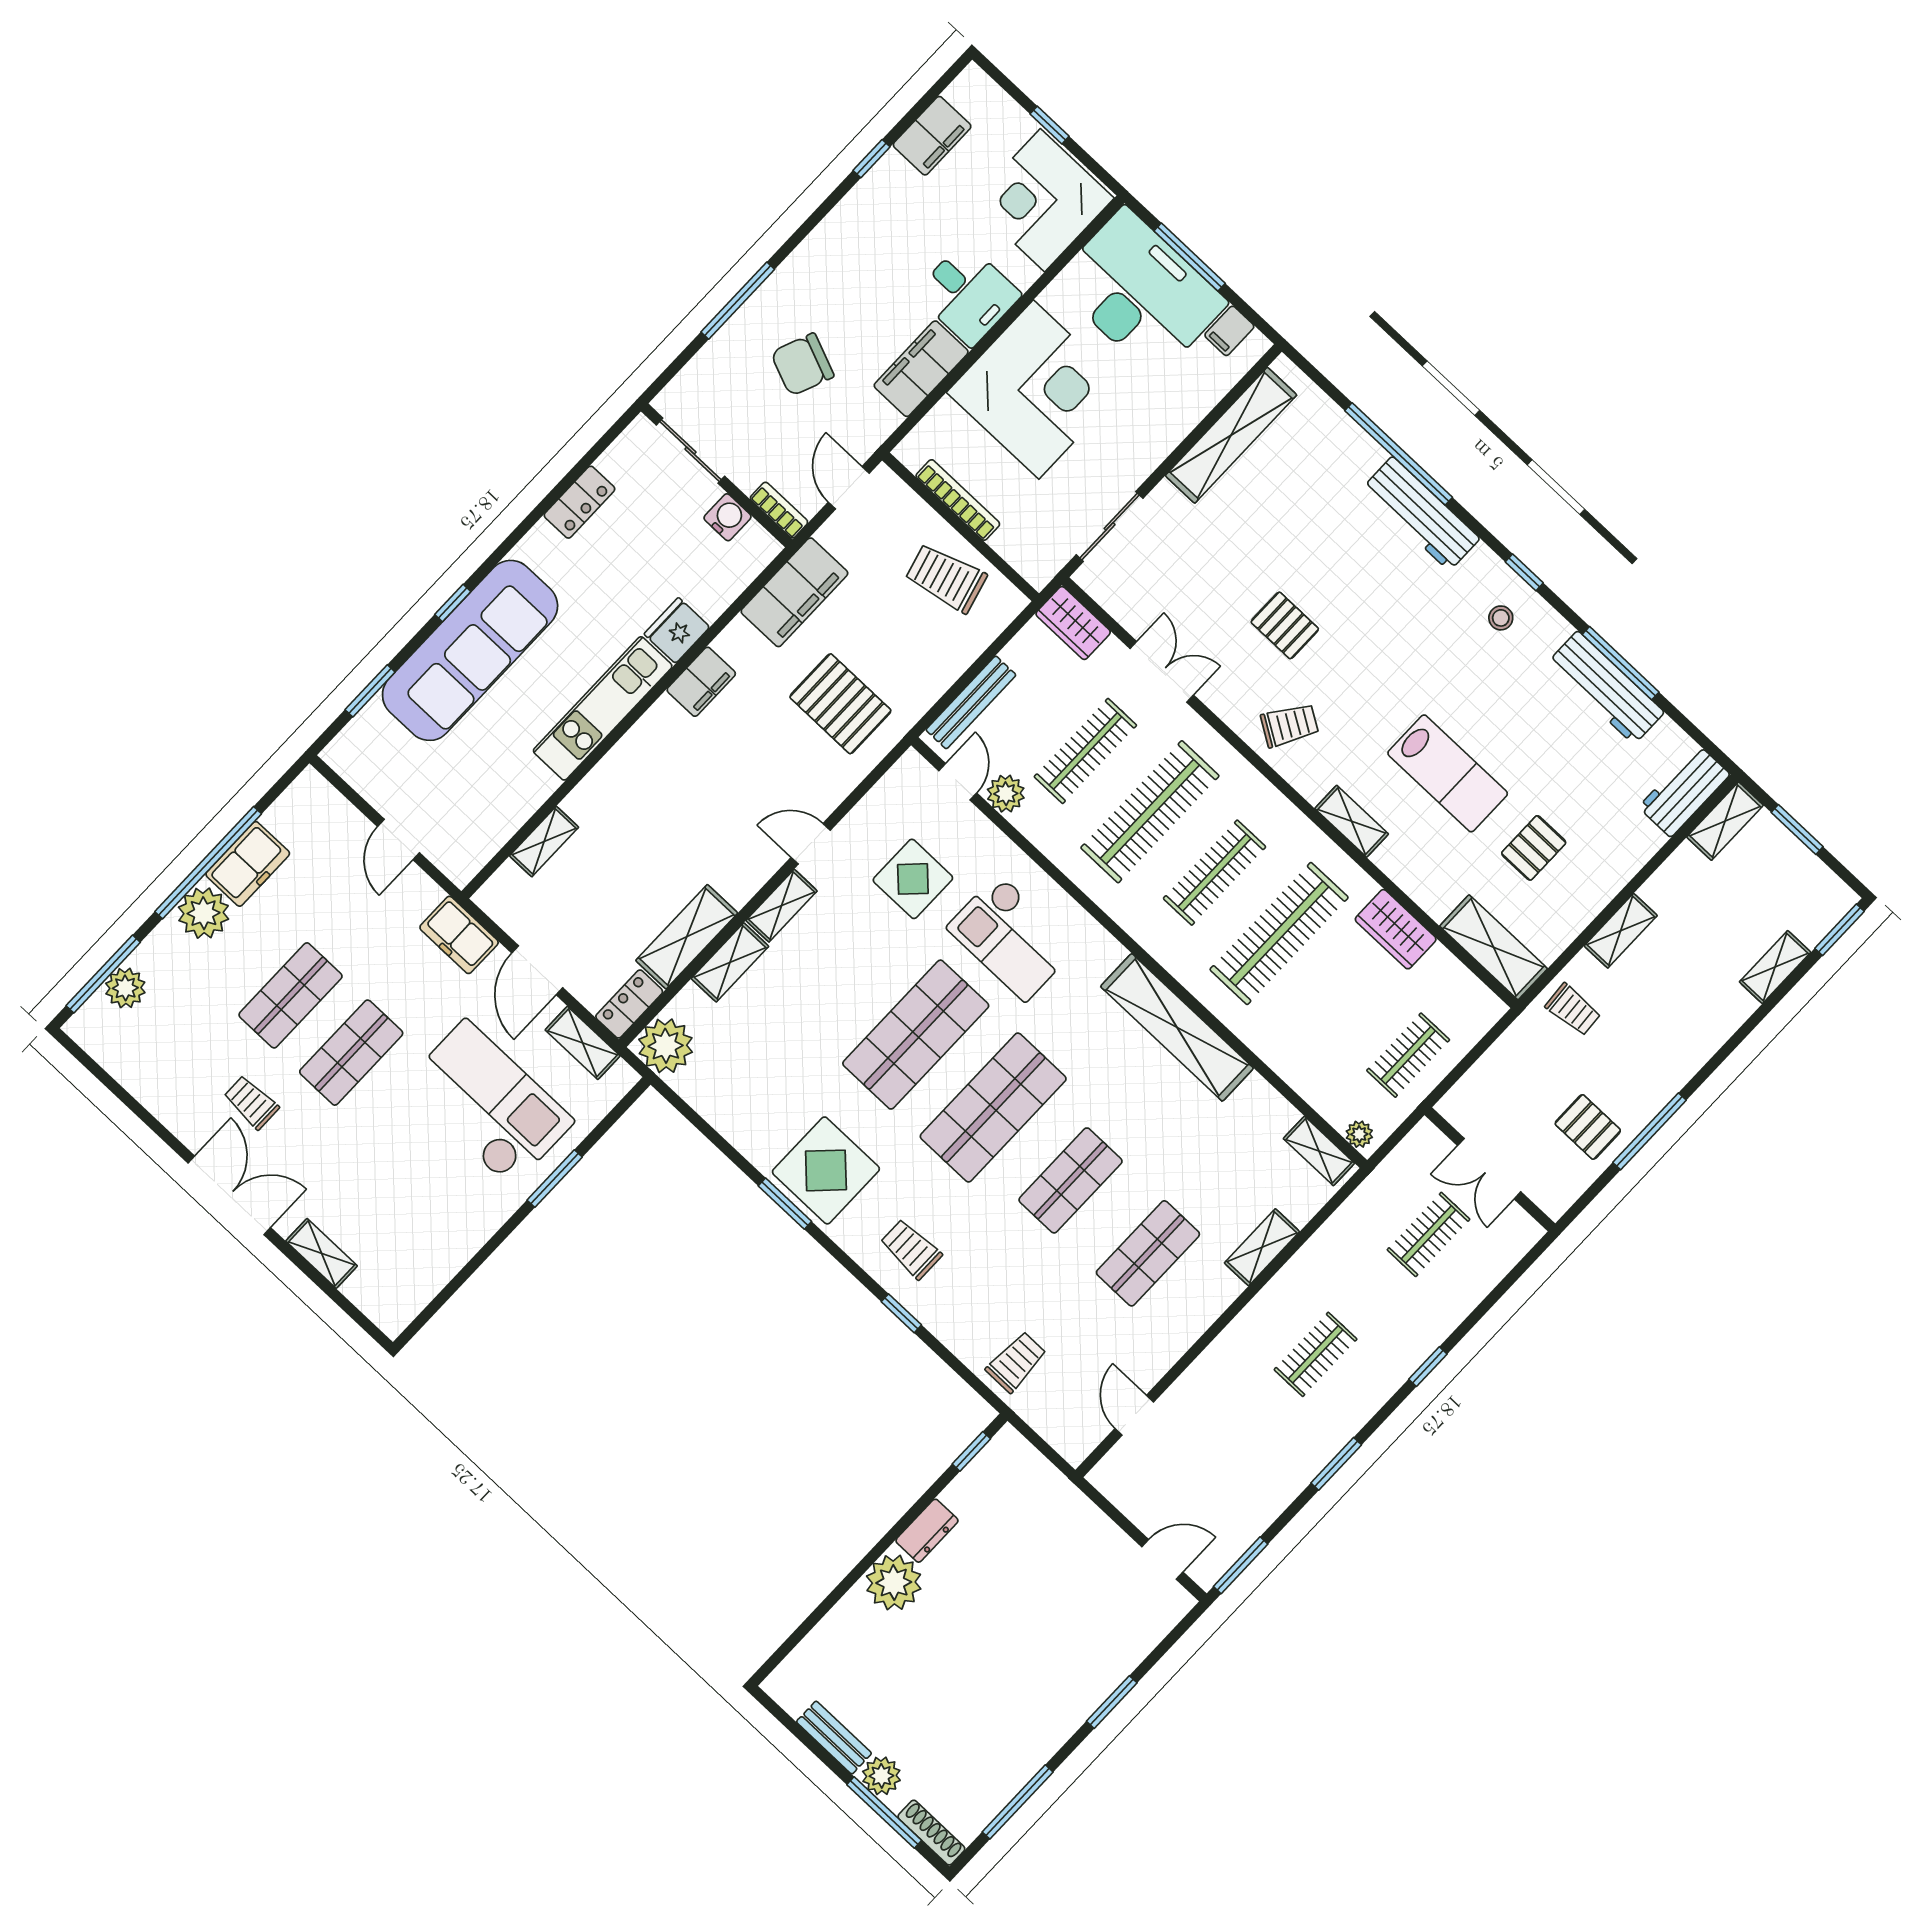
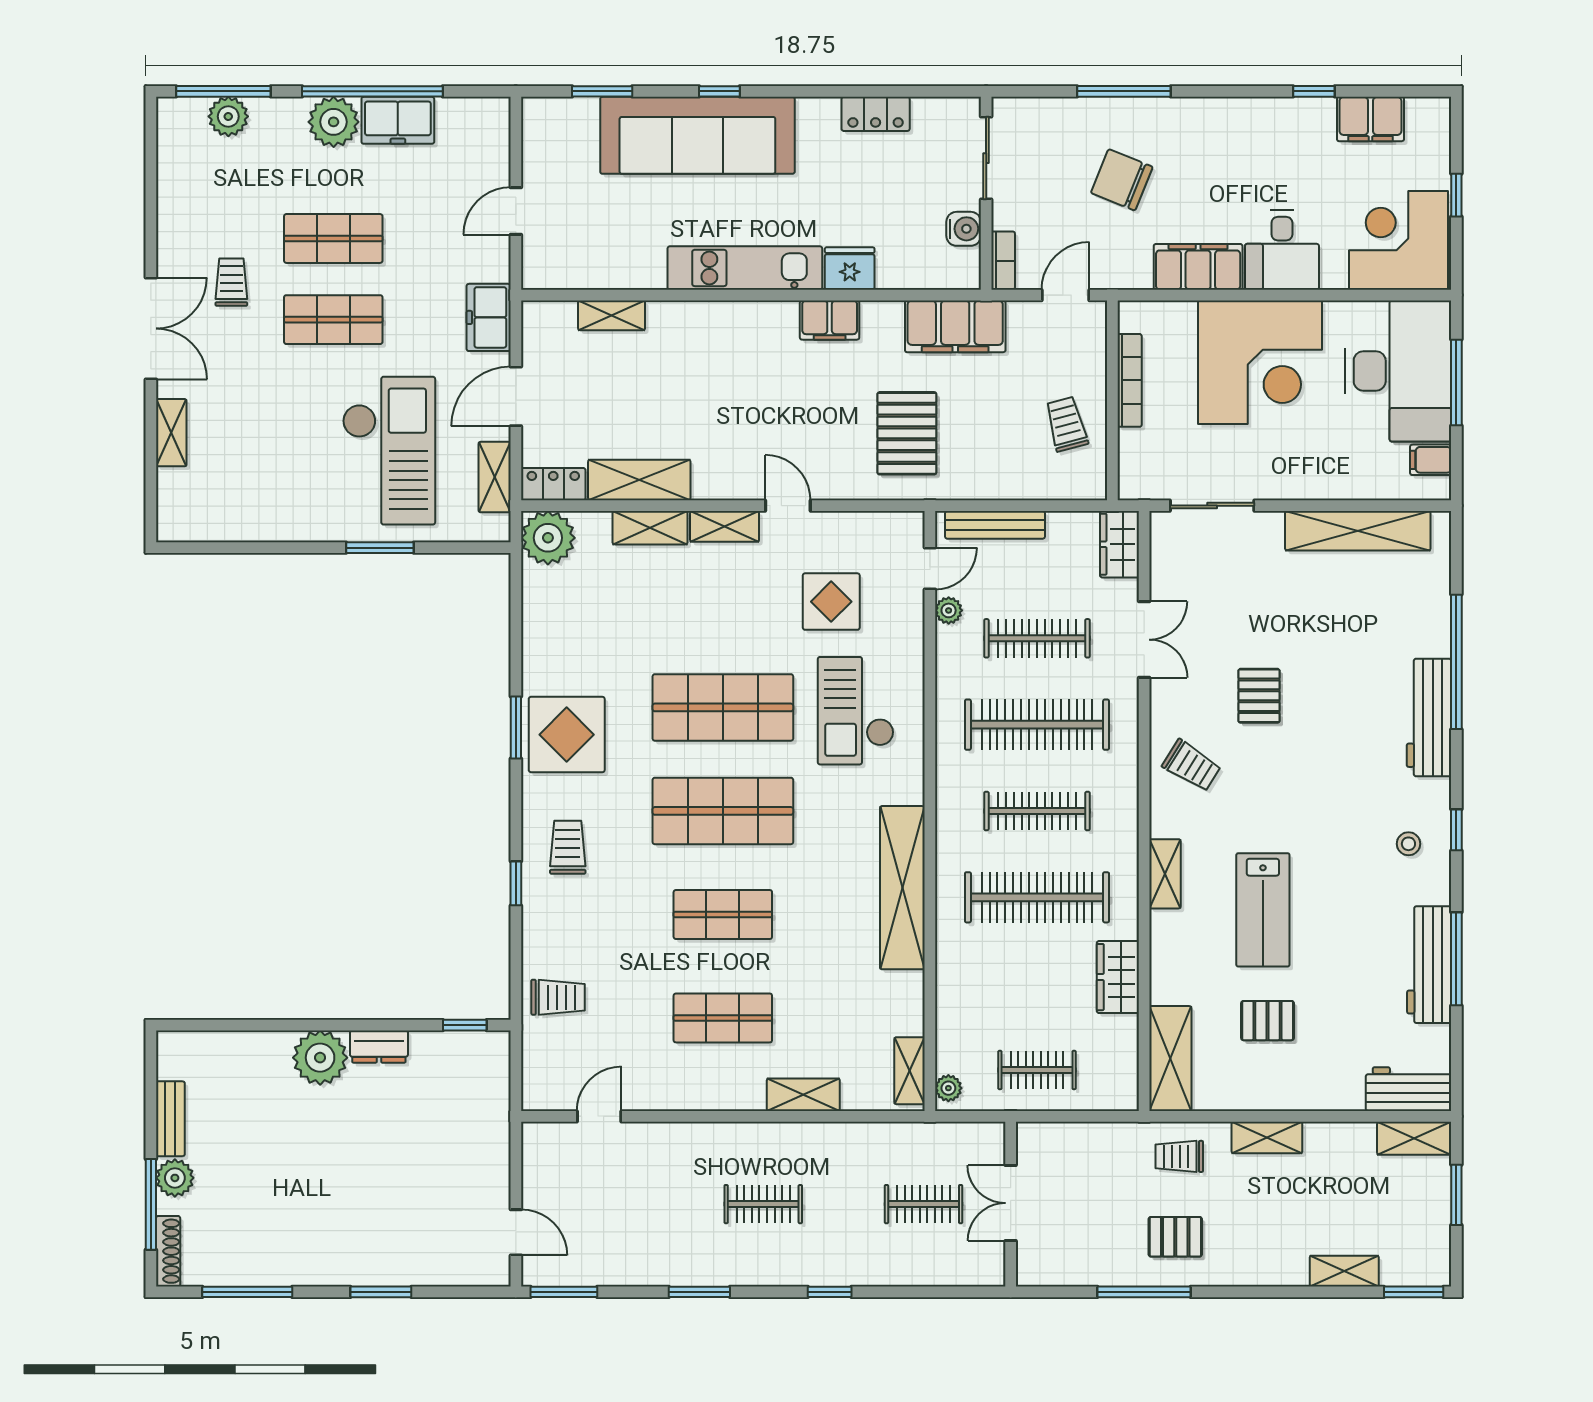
trolley: (946, 578) -> (1066, 424), width x0.73, depth x0.72
plant: (1006, 794) -> (949, 610), width x0.73, depth x0.73
trolley: (1573, 1010) -> (1179, 1156), turned 94
pallet: (1588, 1127) -> (1175, 1237), moved, turned 90

